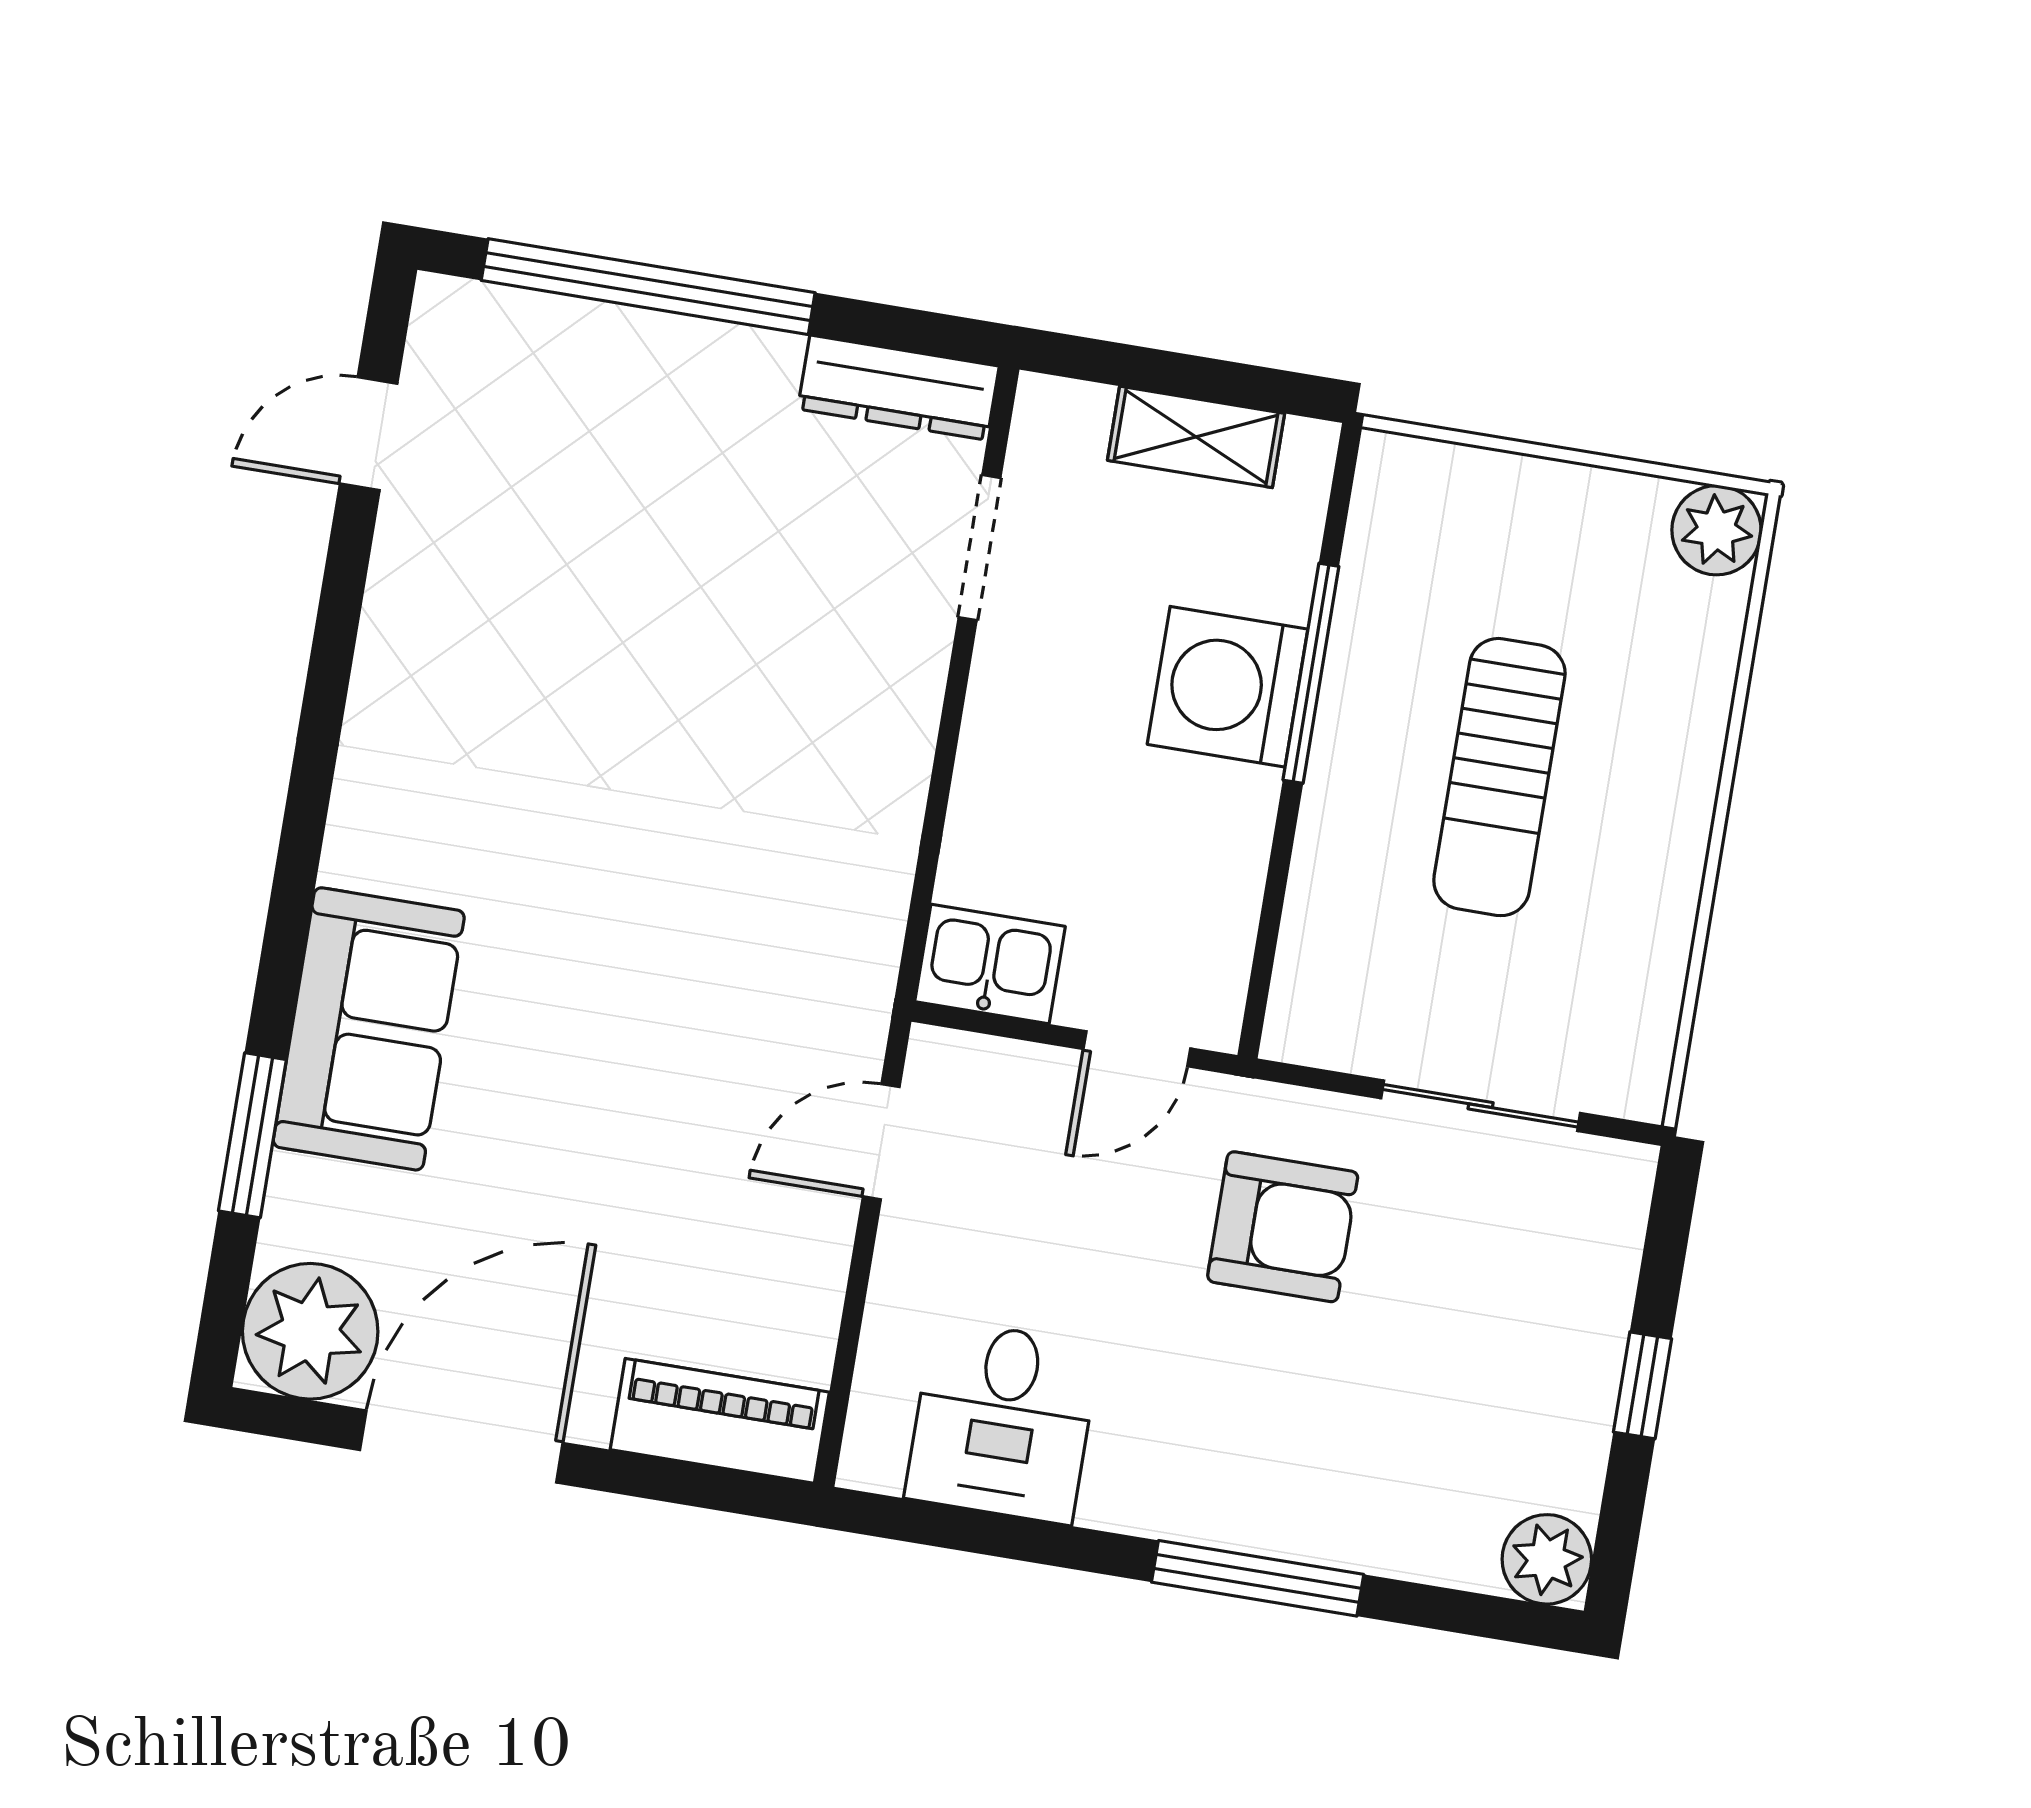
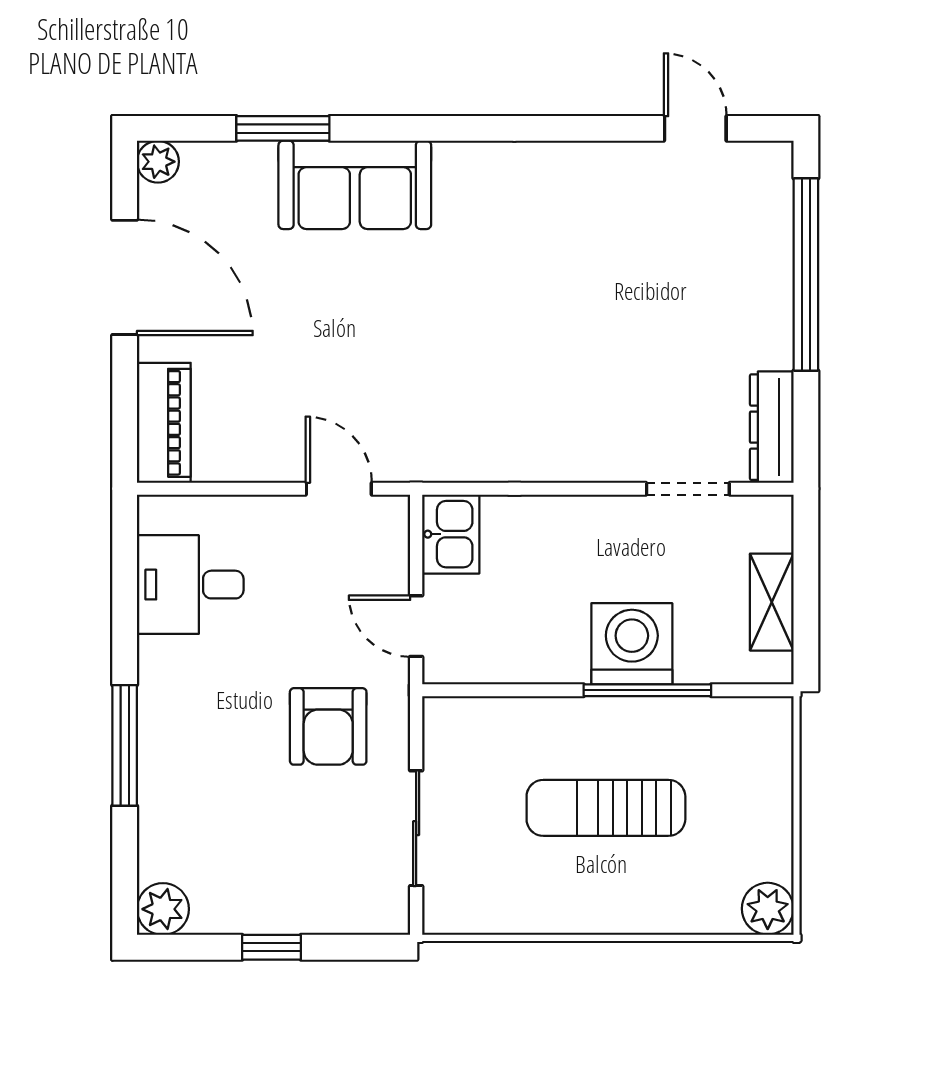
plant: (310, 1331) -> (158, 162), width x0.53, depth x0.53

